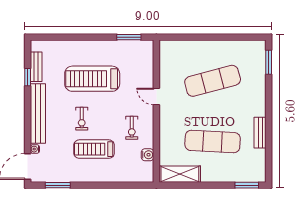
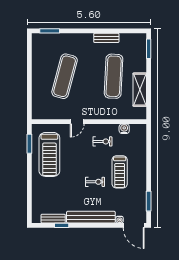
treadmill: (92, 79) -> (49, 154), moved
exercise mat: (213, 81) -> (65, 76), turned 30
shelving: (180, 174) -> (140, 90), moved

